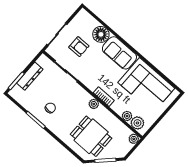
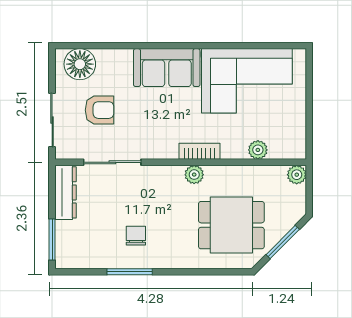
floor lamp: (101, 34) -> (80, 64), moved
dresser: (30, 76) -> (66, 192), moved
plant: (137, 123) -> (282, 147), removed

